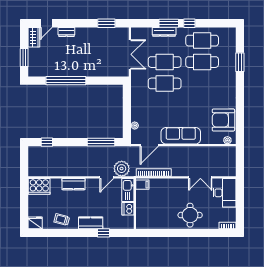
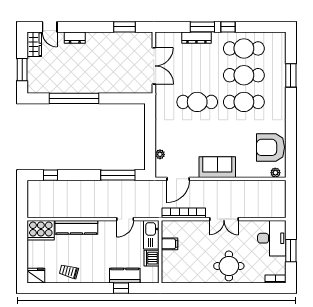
door: (46, 23) -> (50, 27), hinge flipped
cafe table: (165, 62) -> (244, 102), moved
sofa: (181, 136) -> (217, 167), width x0.73
plant: (122, 169) -> (144, 208), removed
double door: (200, 177) -> (224, 219), moved
kitchen counter: (73, 184) -> (76, 227), width x1.50
filing cabinet: (142, 185) -> (170, 244), moved
window: (240, 203) -> (291, 251), added
kitchen counter: (91, 223) -> (125, 276), moved

